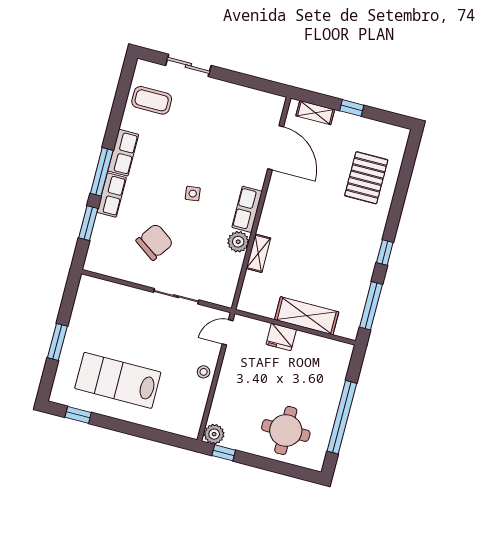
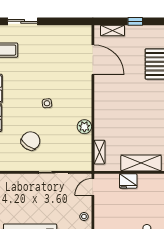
row of seats: (247, 209) -> (85, 104), removed
shelving: (258, 253) -> (99, 152), moved

